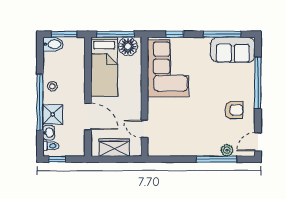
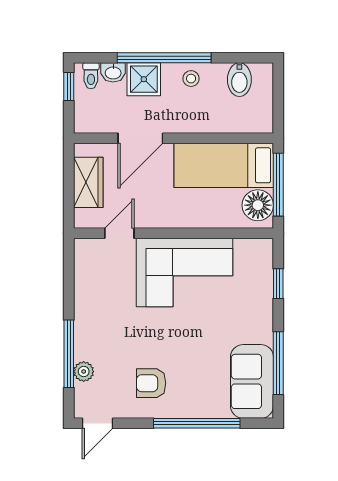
window: (64, 34) -> (278, 99), removed
bidet: (53, 44) -> (239, 80), moved
corner sofa: (168, 68) -> (185, 272), moved
armchair: (234, 110) -> (151, 383), turned 90
door: (258, 142) -> (98, 423), swing flipped

